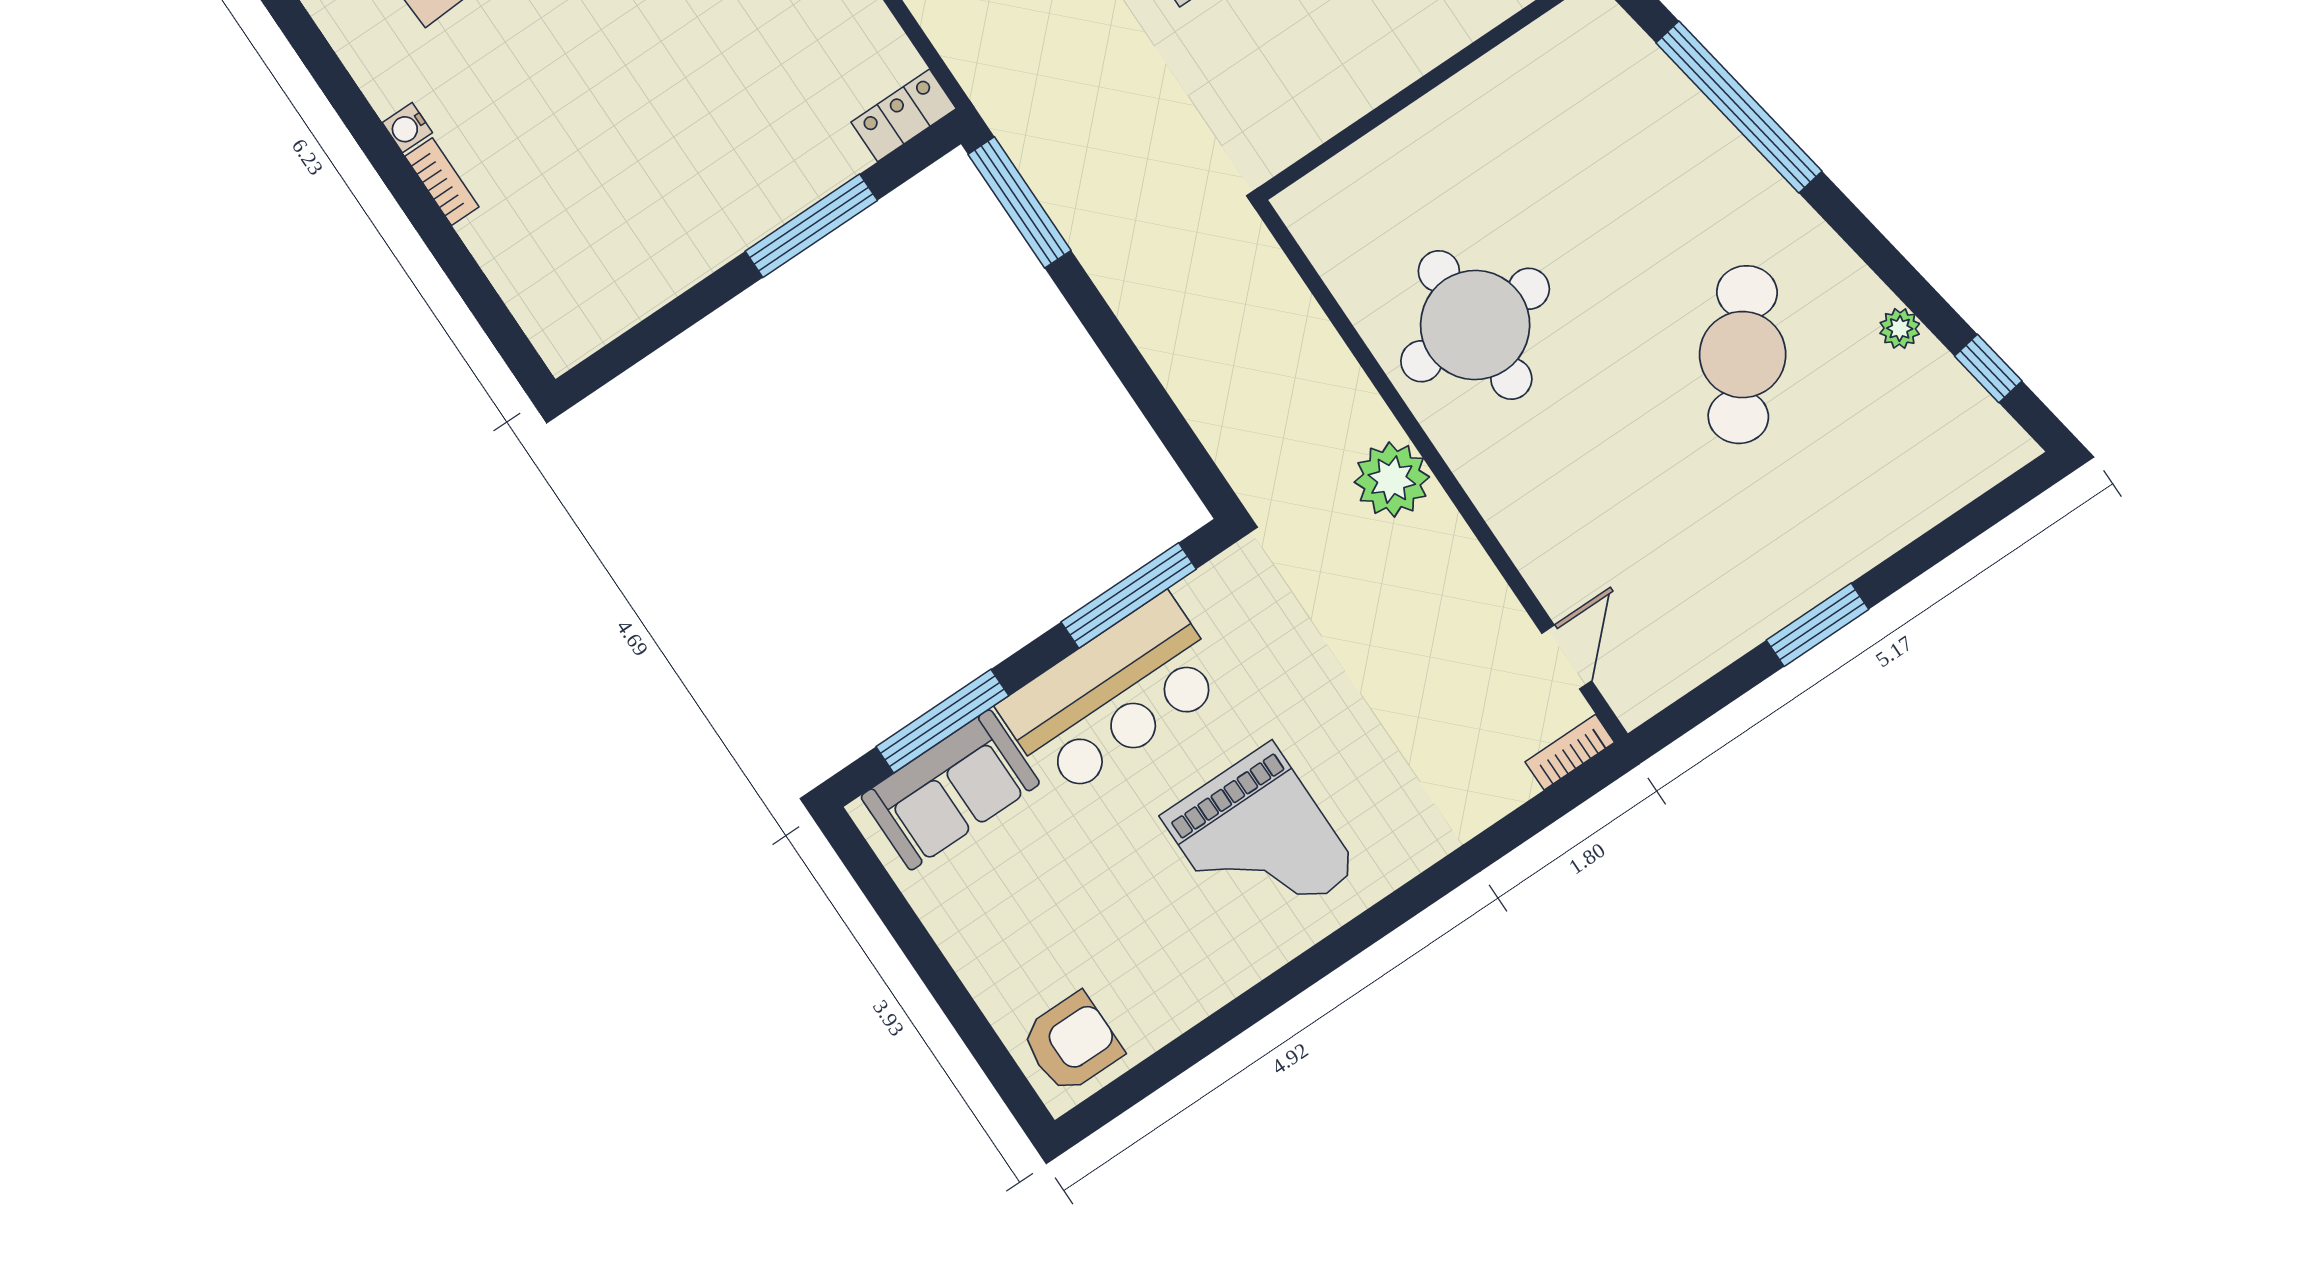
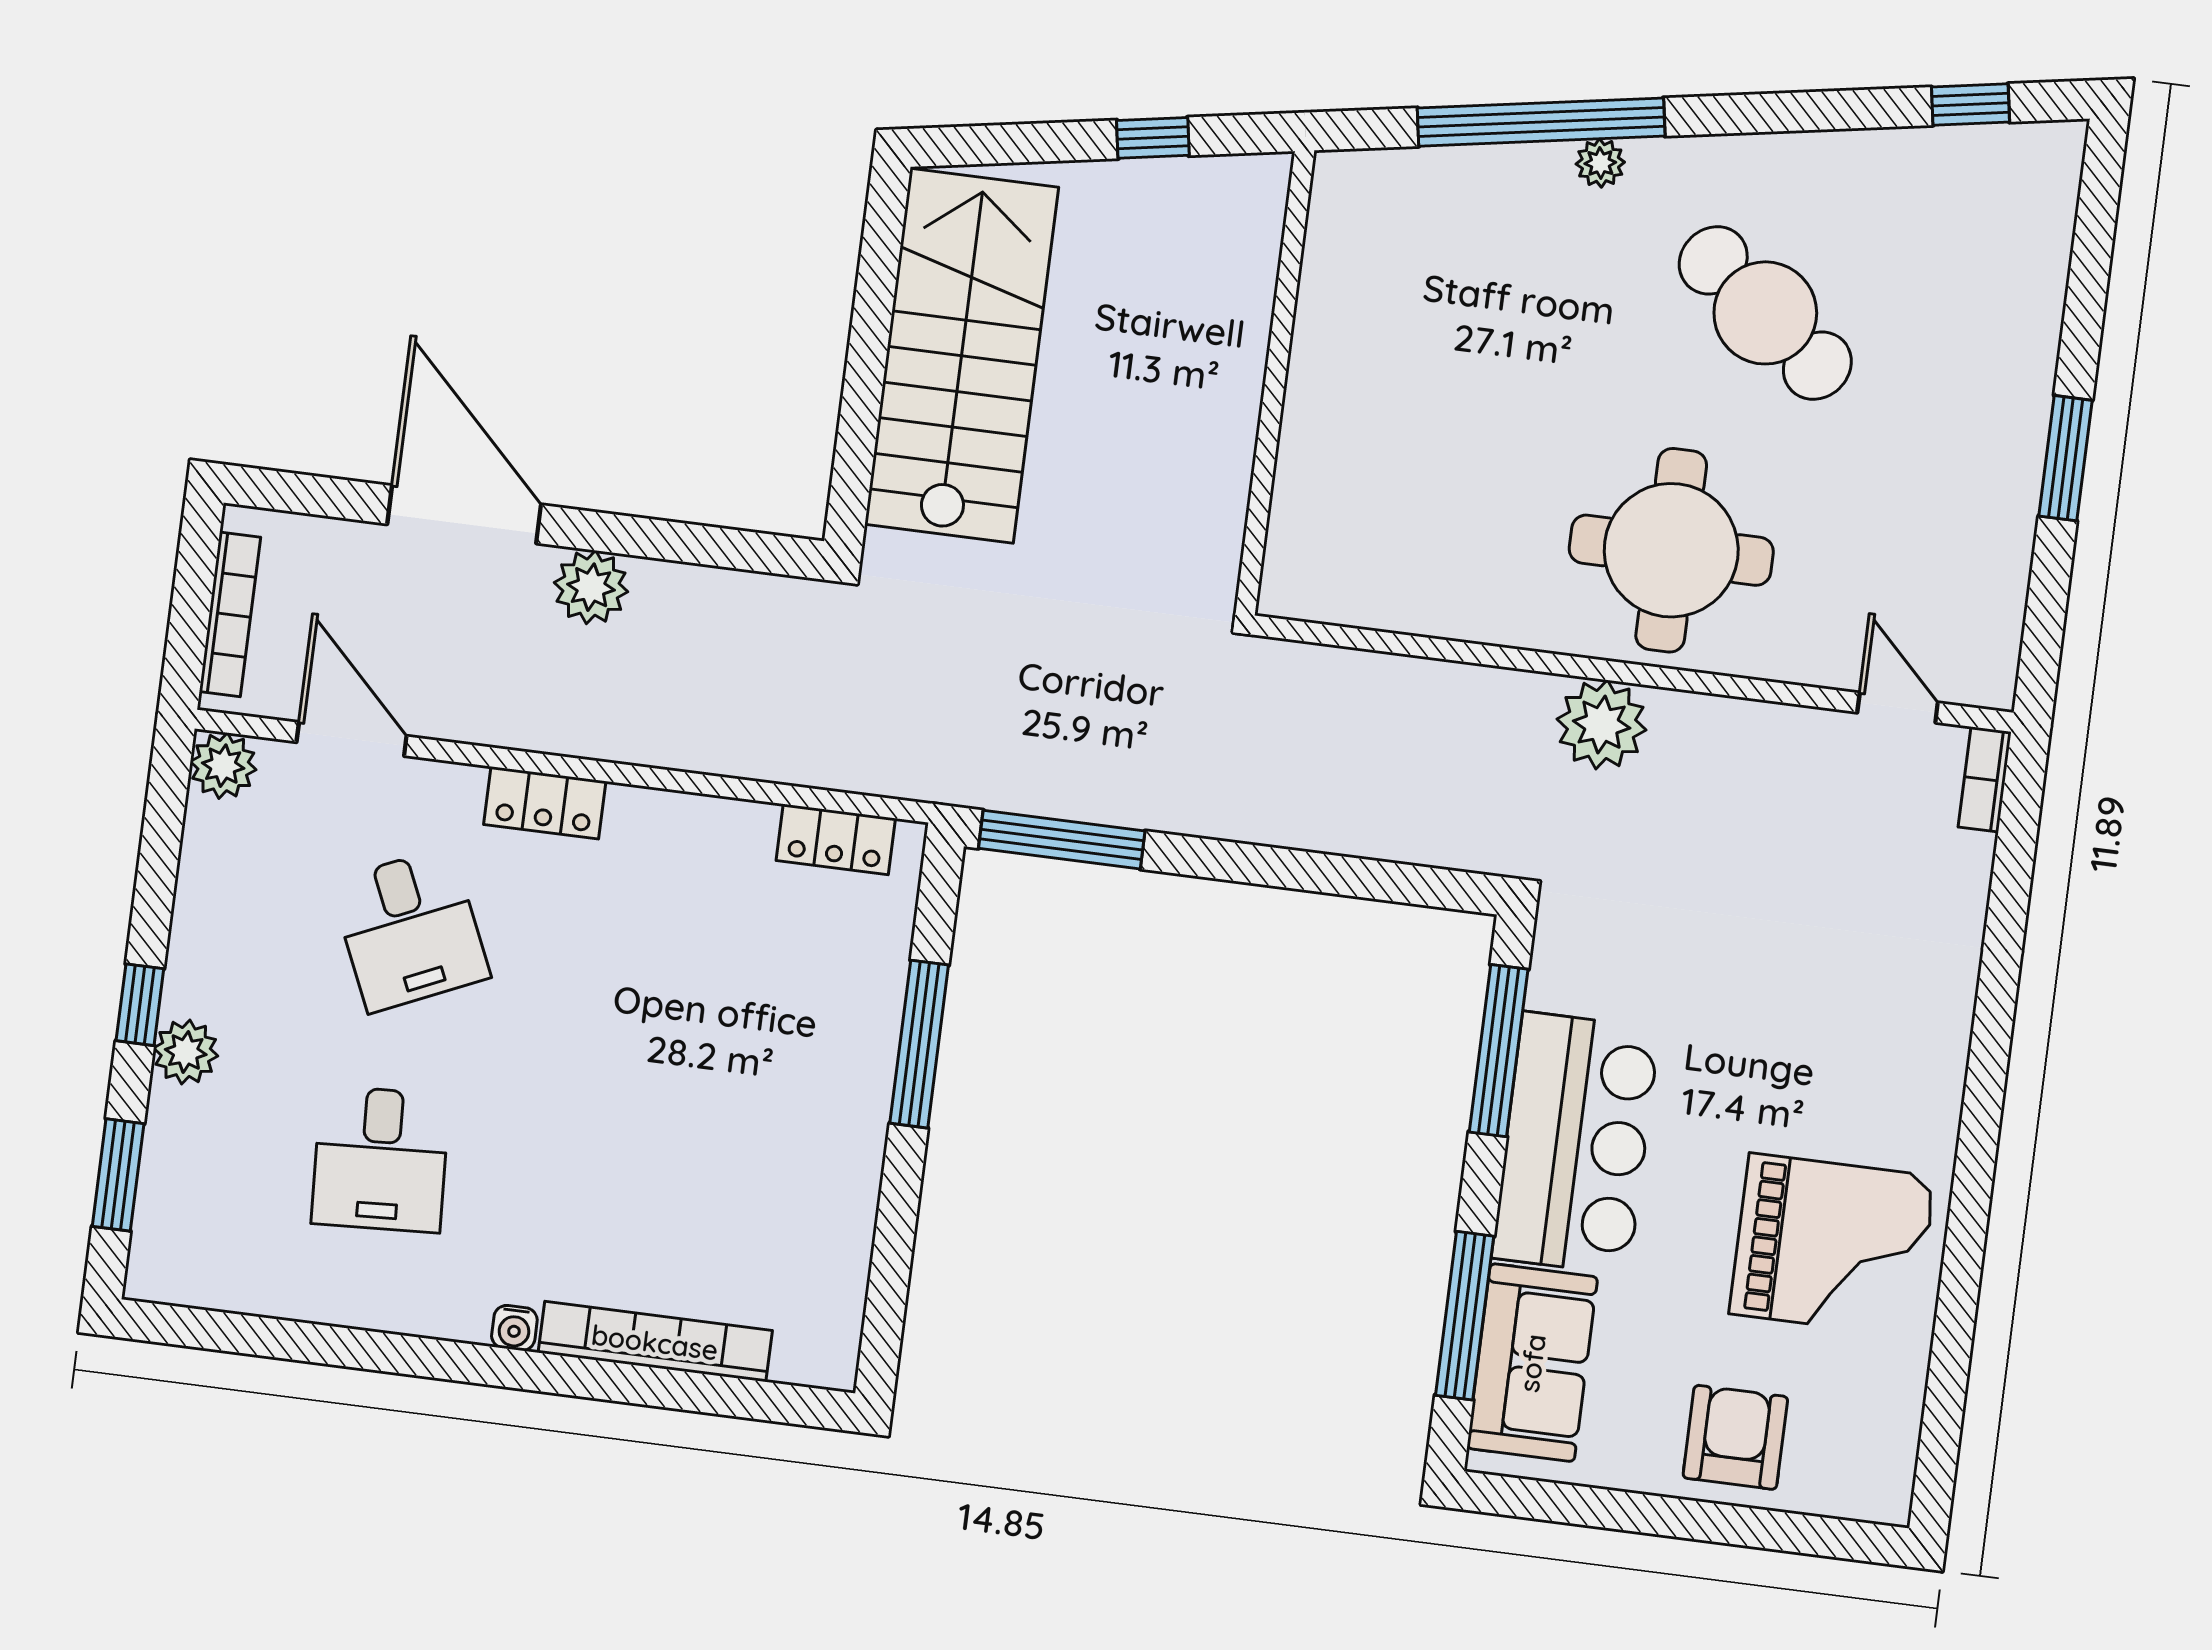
locker: (904, 115) -> (836, 839), moved, turned -90
bookcase: (442, 182) -> (655, 1342), width x2.31, depth x1.31
round table: (1475, 325) -> (1671, 550), moved
plant: (1900, 328) -> (1600, 163), moved
grand piano: (1260, 843) -> (1832, 1245), moved
armchair: (1072, 1043) -> (1735, 1437), moved

